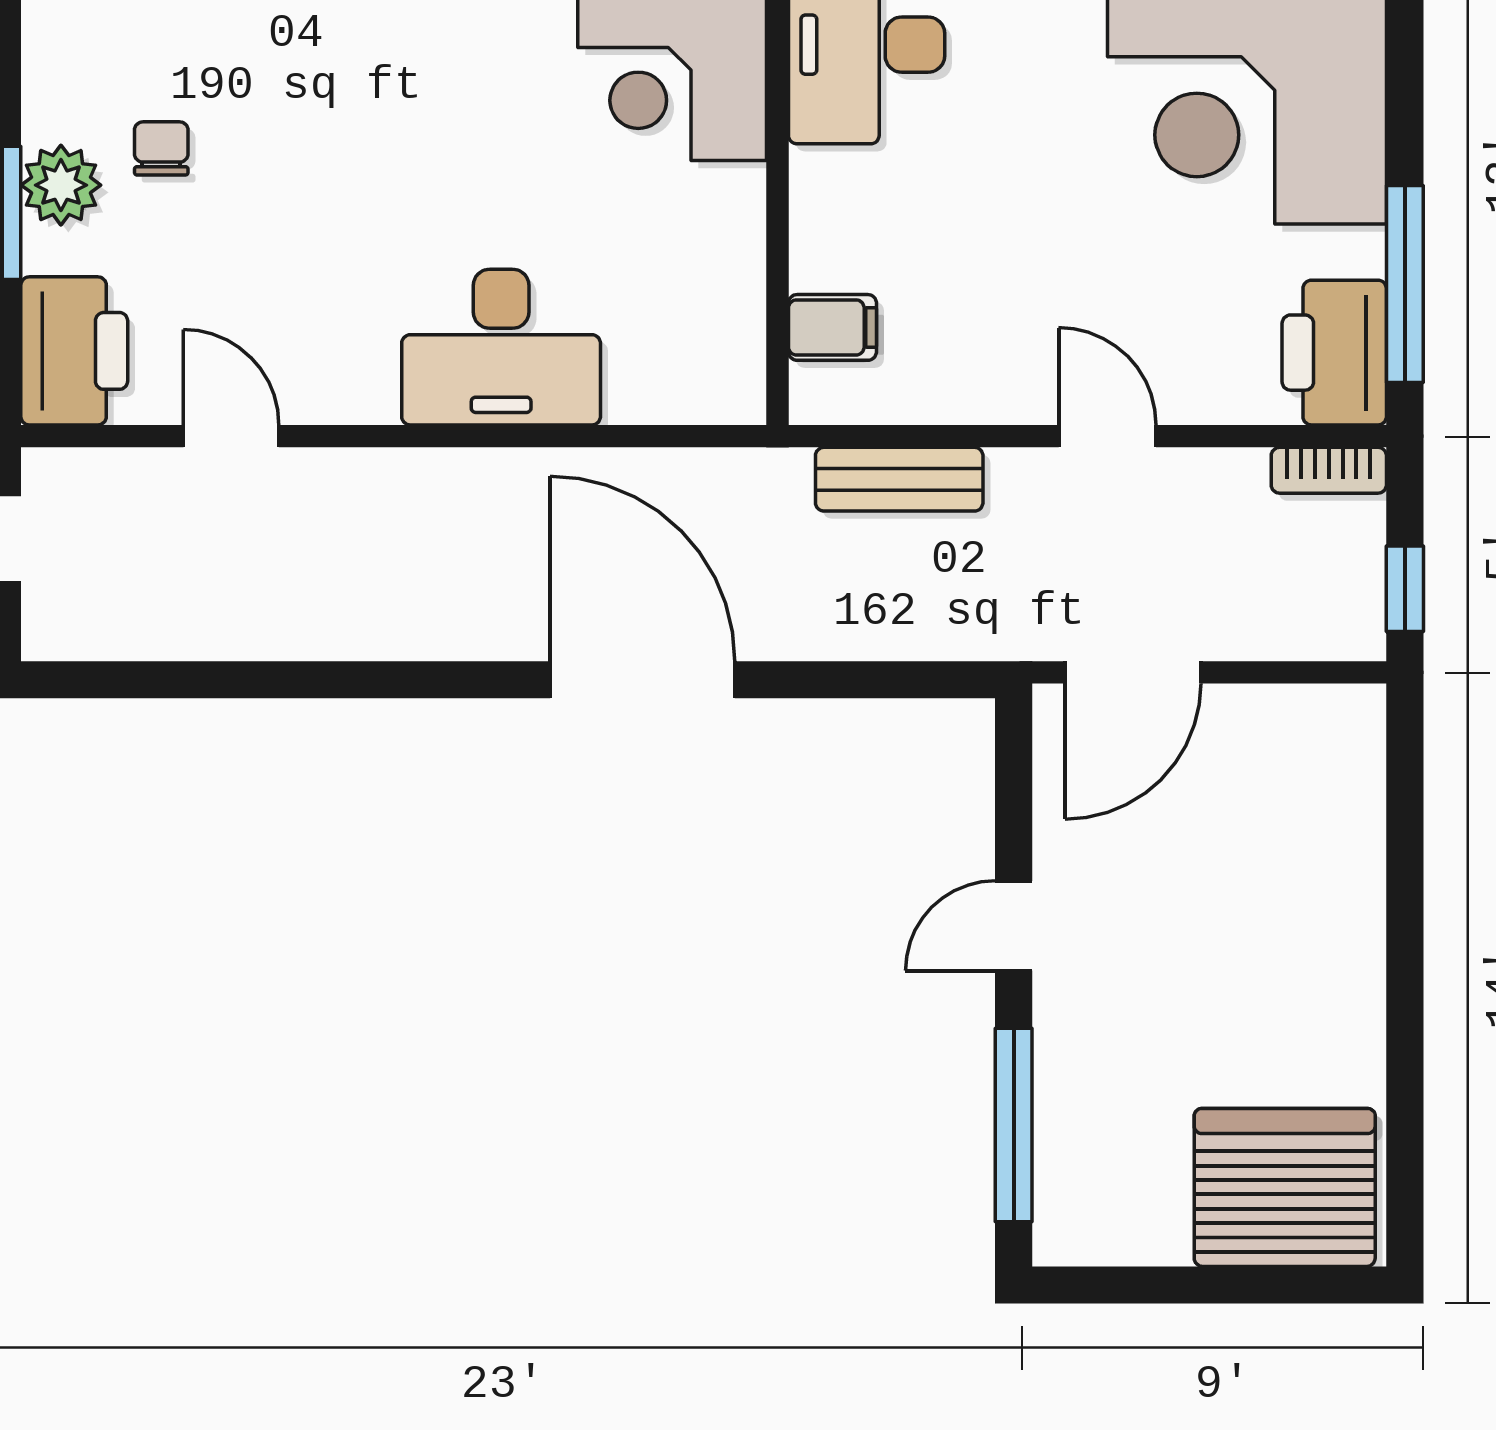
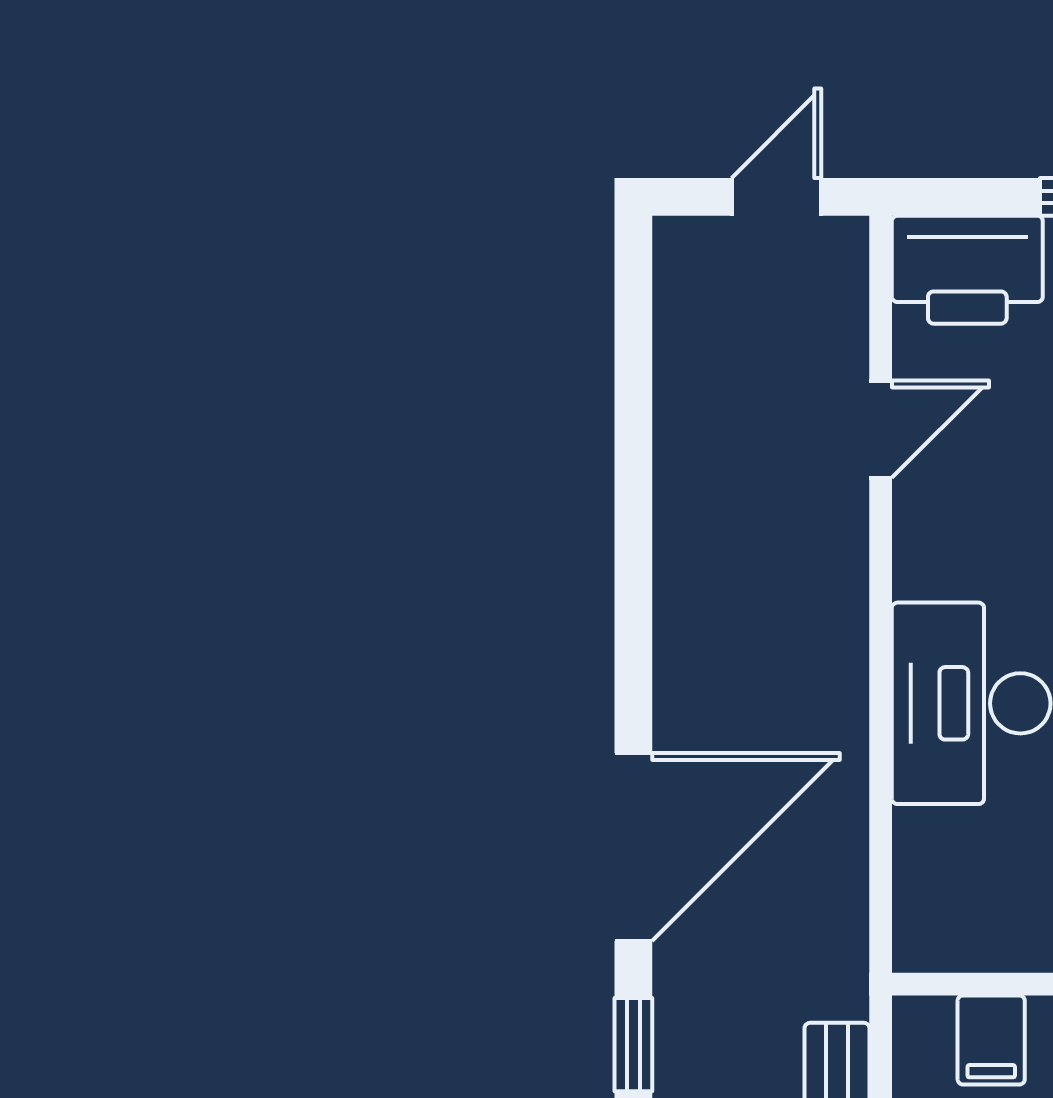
window: (837, 680) -> (633, 1045), added

